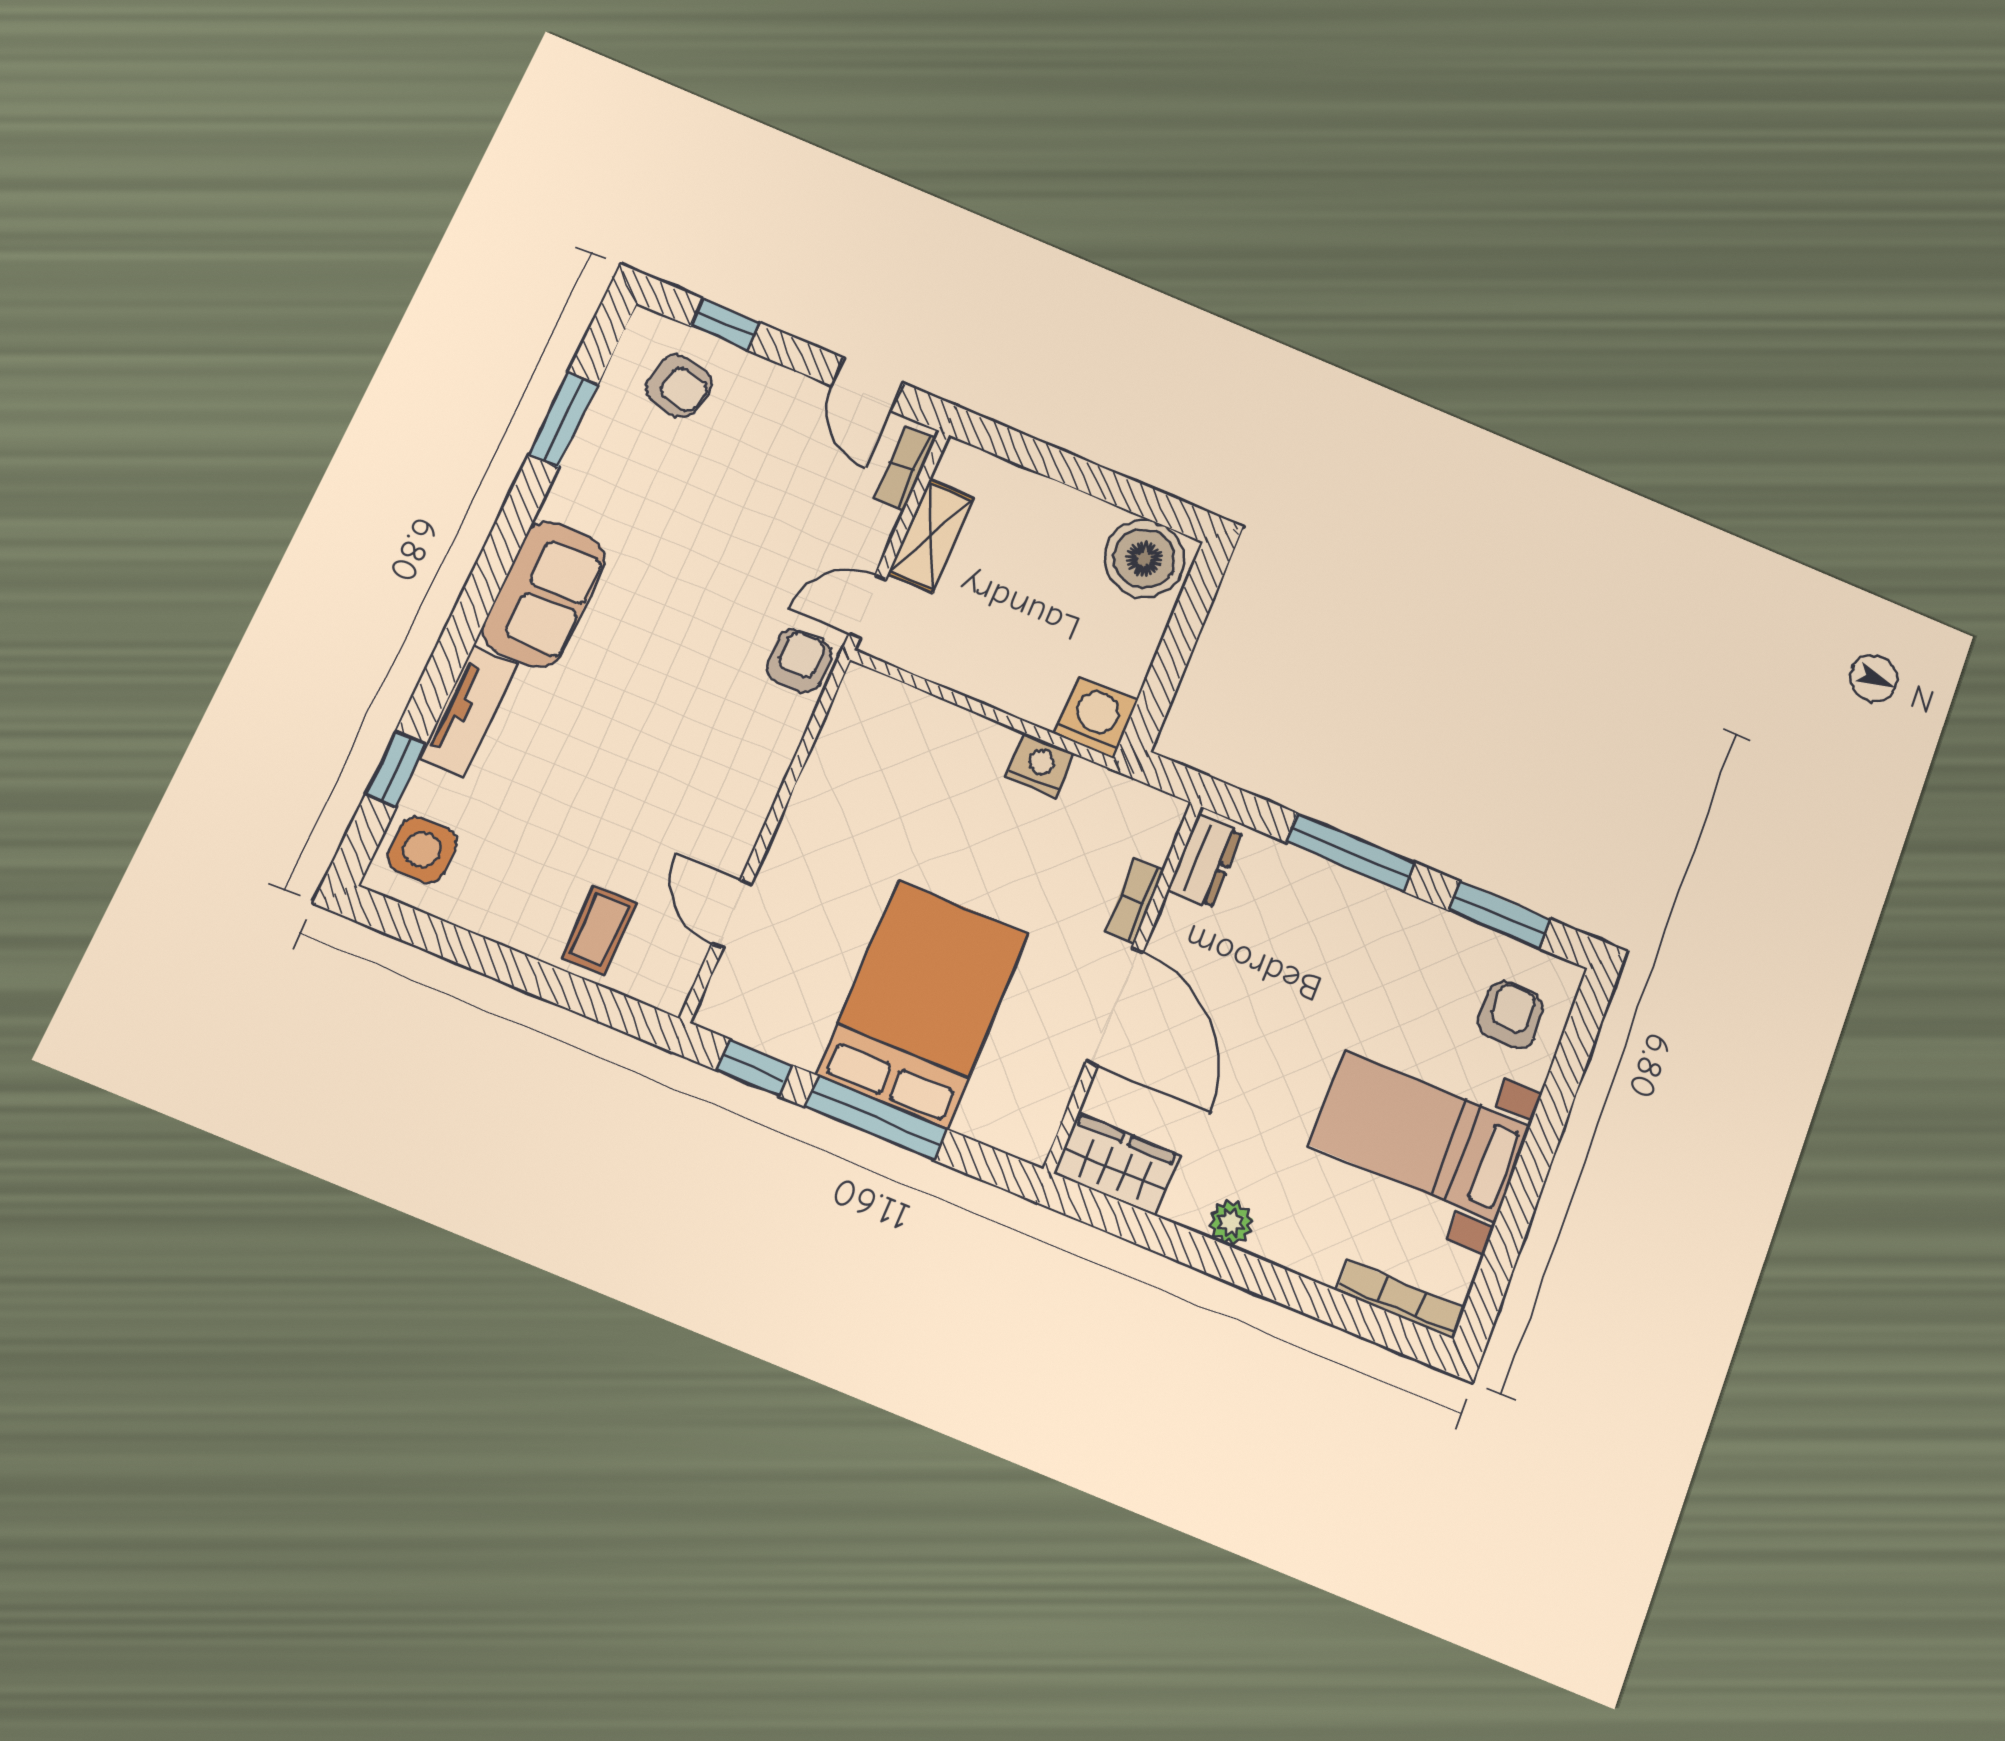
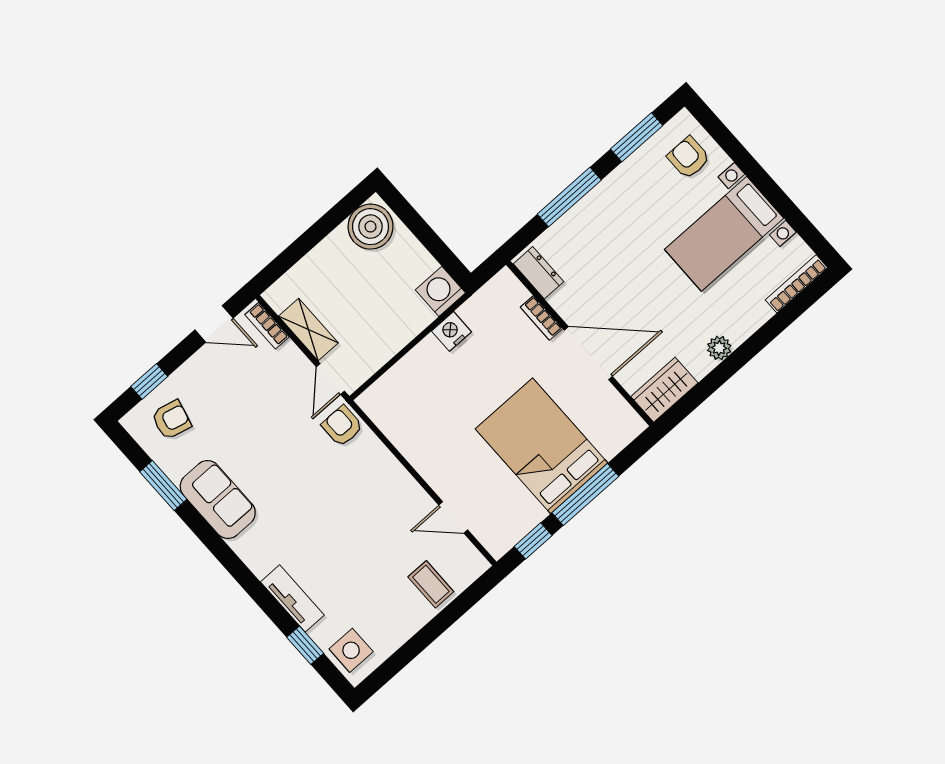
sofa: (544, 594) -> (218, 500), moved

